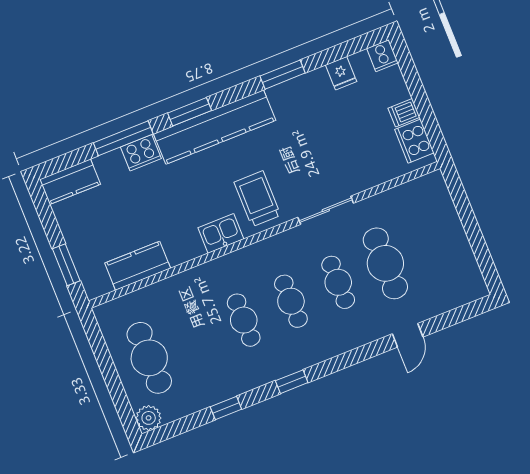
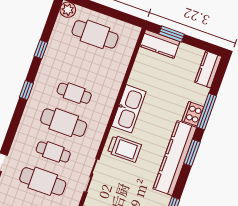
kitchen sink: (221, 233) -> (129, 109), width x1.88, depth x1.24
kitchen counter: (138, 266) -> (160, 44), moved, turned 90
cafe table: (291, 301) -> (64, 123), width x1.37, depth x1.35

